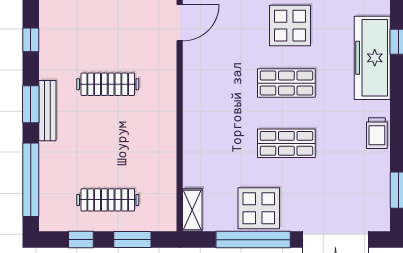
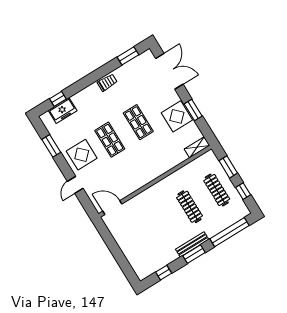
freezer: (372, 58) -> (63, 111), width x0.52, depth x0.79
clothes rail: (108, 84) -> (189, 207), moved
window: (253, 240) -> (193, 110), width x0.47

